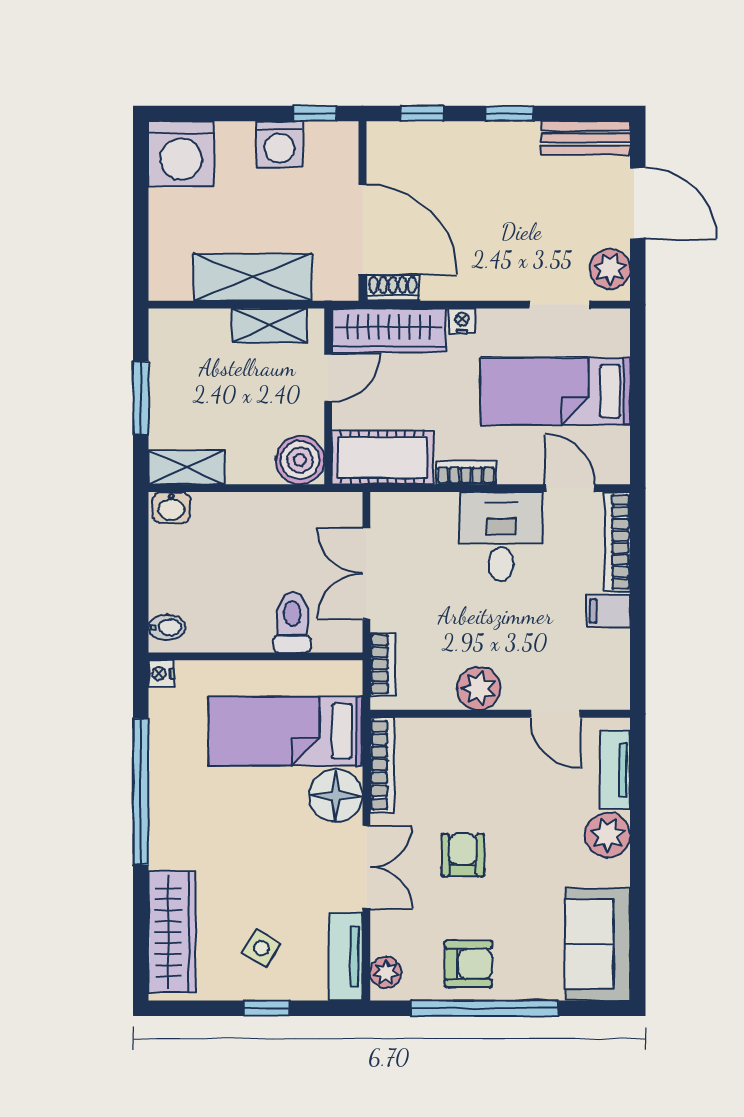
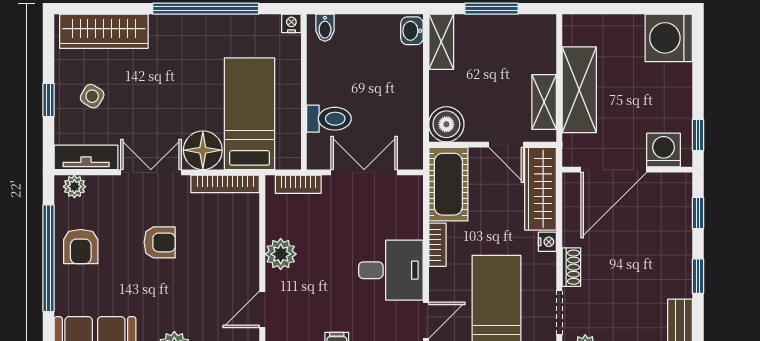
washing machine: (279, 144) -> (664, 150), moved, turned 90
shoe rack: (393, 288) -> (571, 267), moved
double door: (366, 867) -> (151, 172), swing flipped

